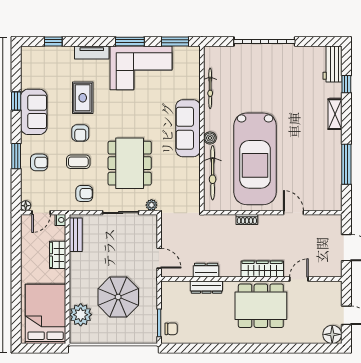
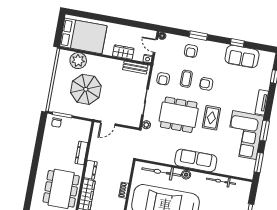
rug: (83, 98) -> (211, 118), moved, turned 90
sofa: (34, 112) -> (242, 56), moved
dresser: (206, 270) -> (91, 170), moved

